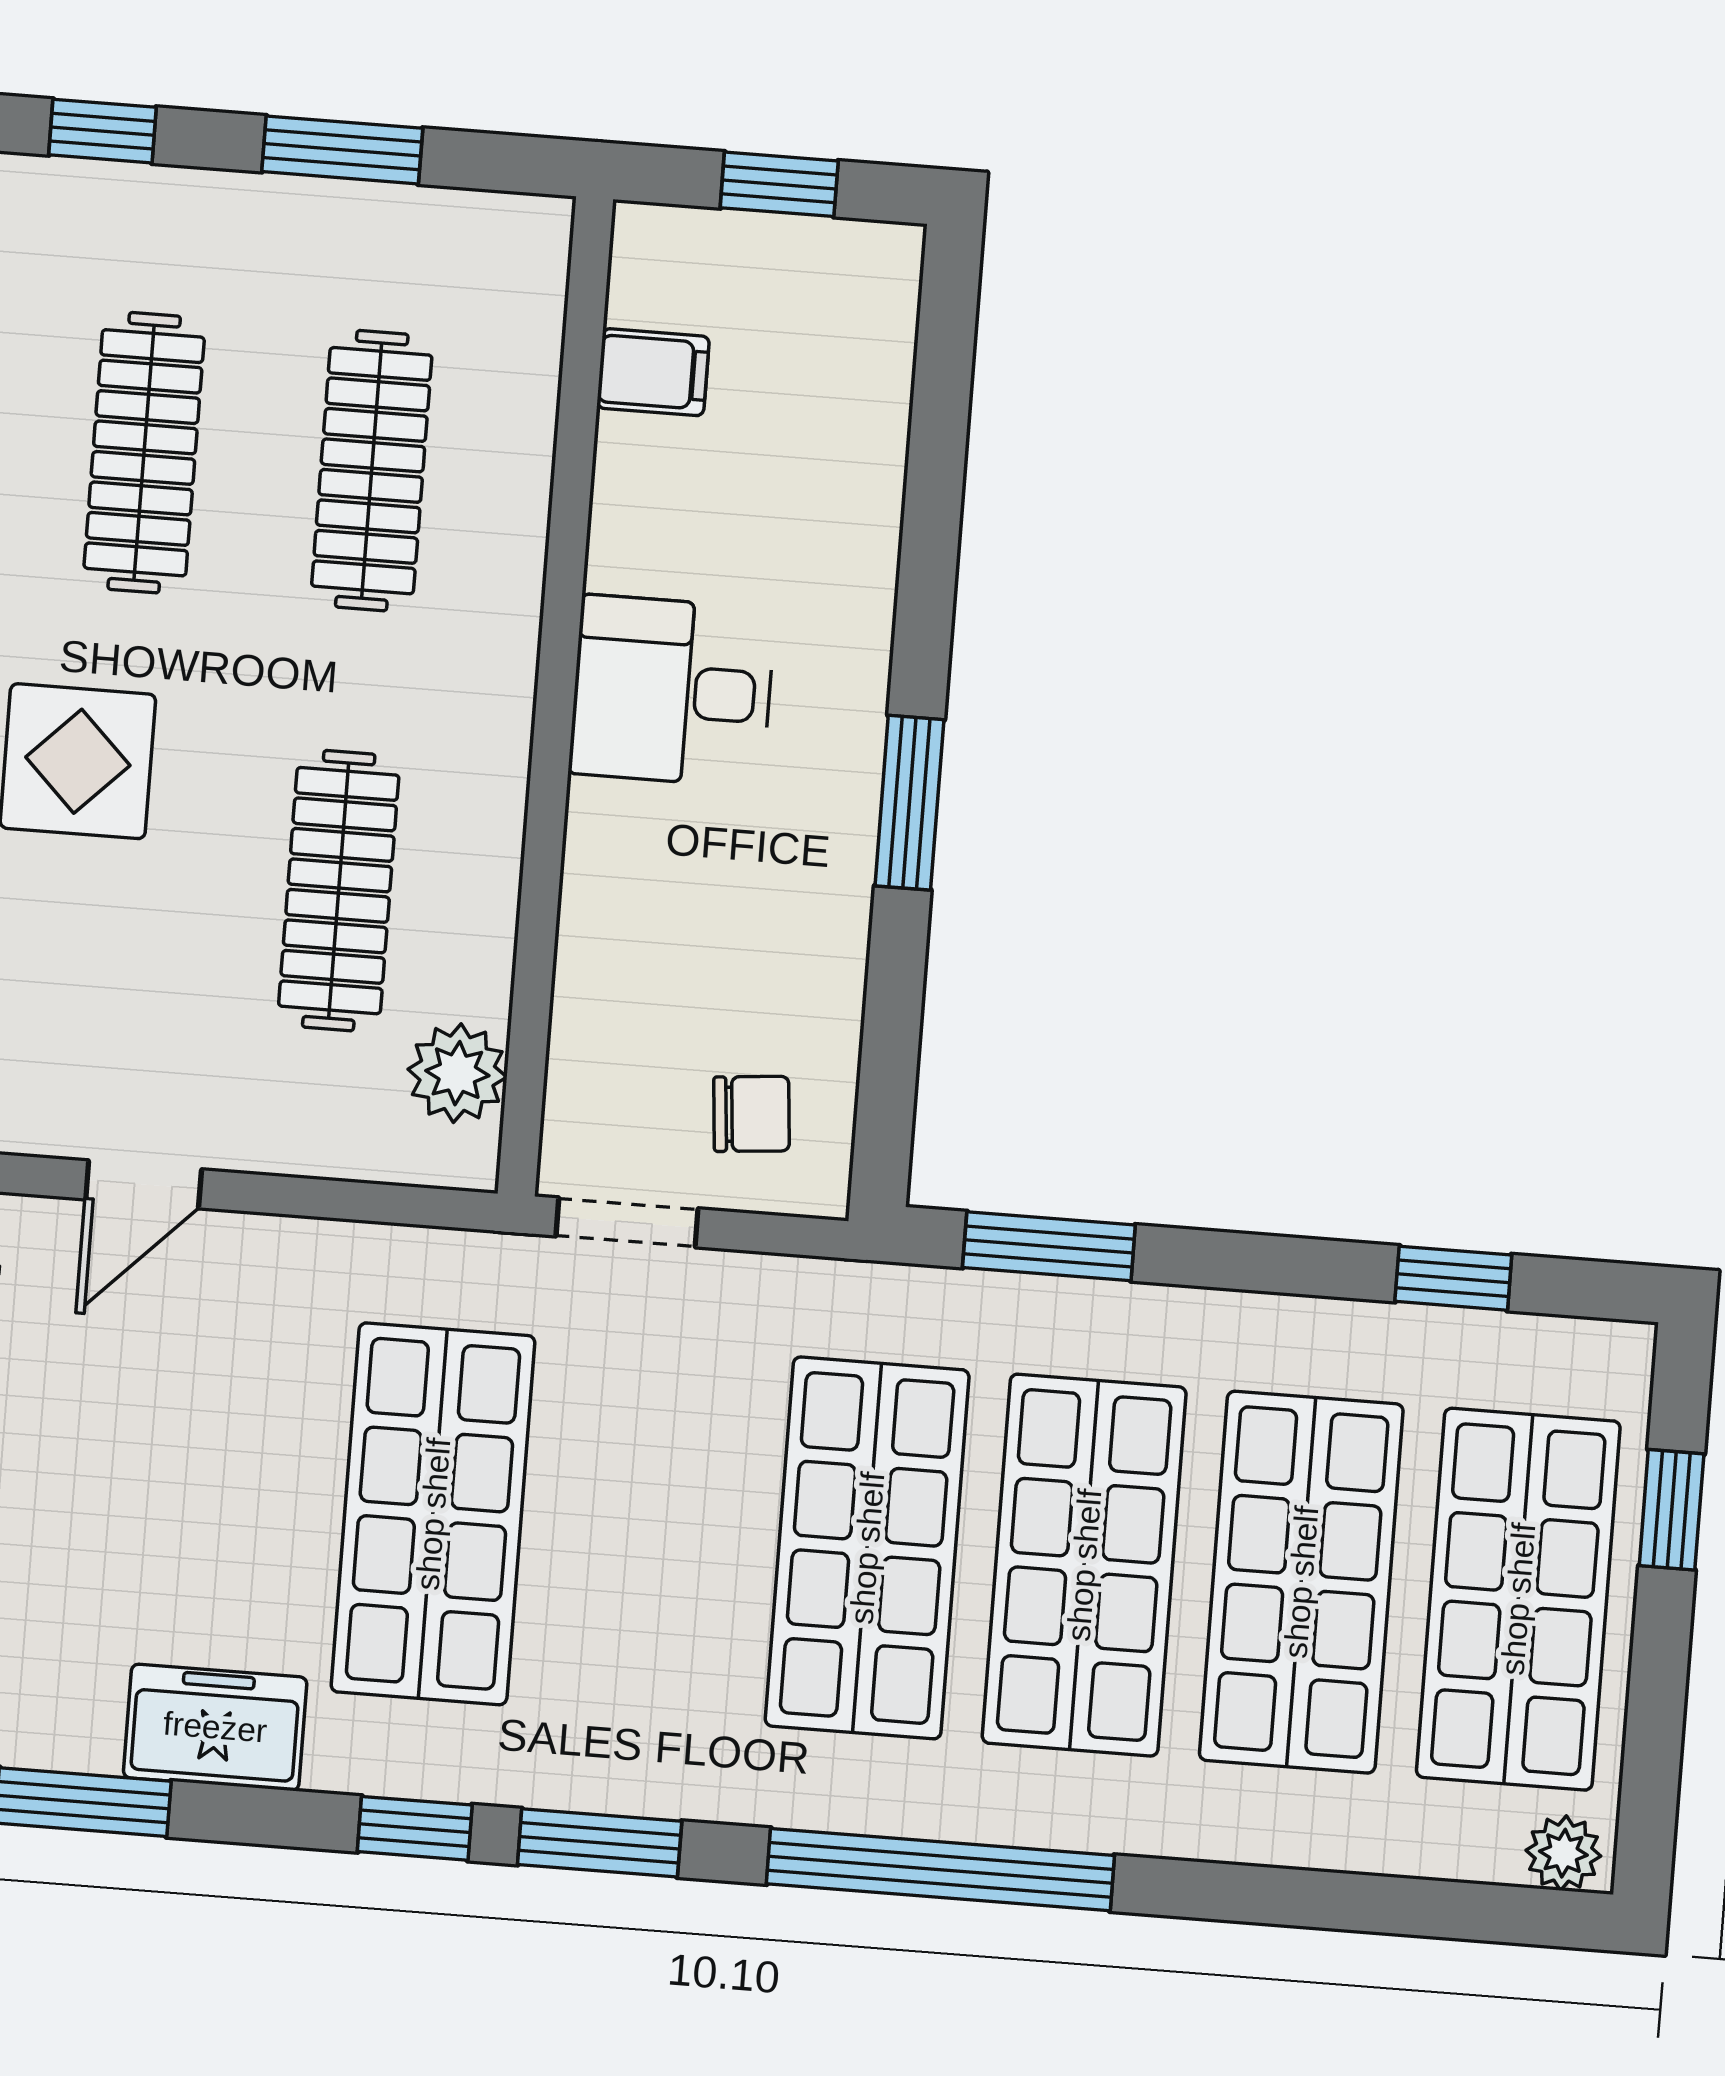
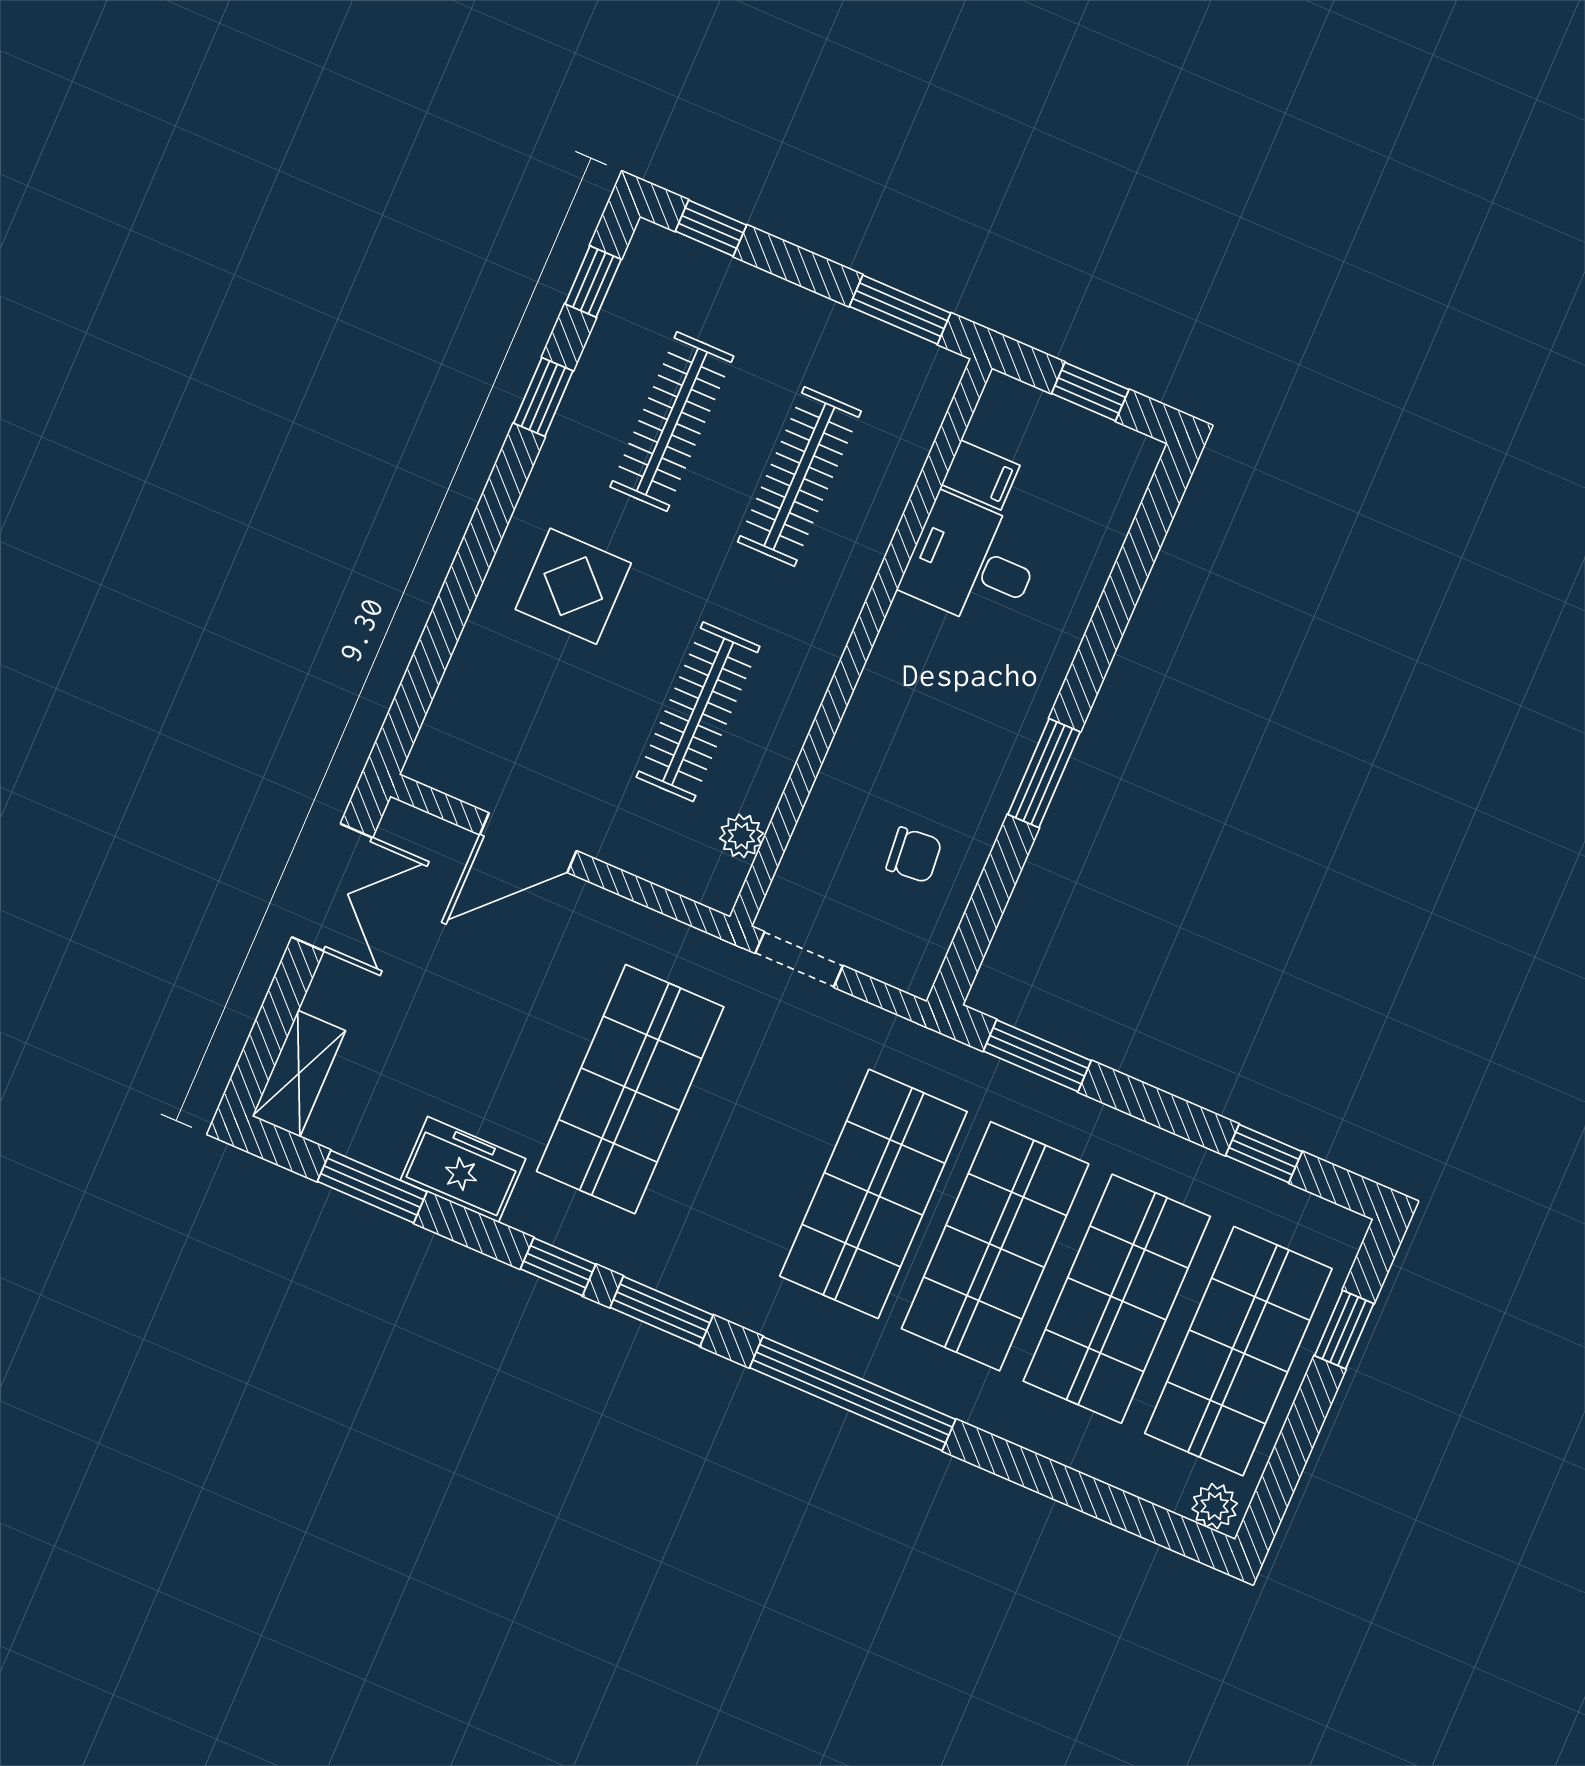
window: (342, 150) -> (900, 310), moved
desk: (672, 691) -> (972, 562), moved
plant: (457, 1073) -> (741, 836), width x0.73, depth x0.73
chair: (751, 1114) -> (914, 855), moved
door: (144, 1184) -> (528, 843), width x1.38

